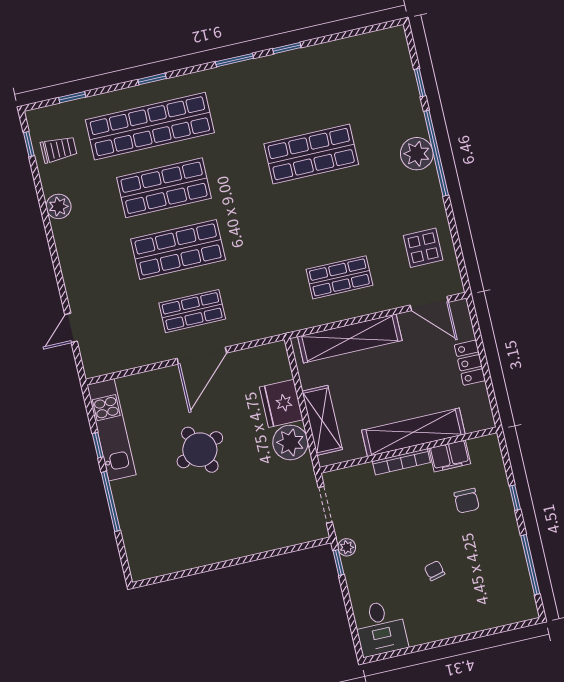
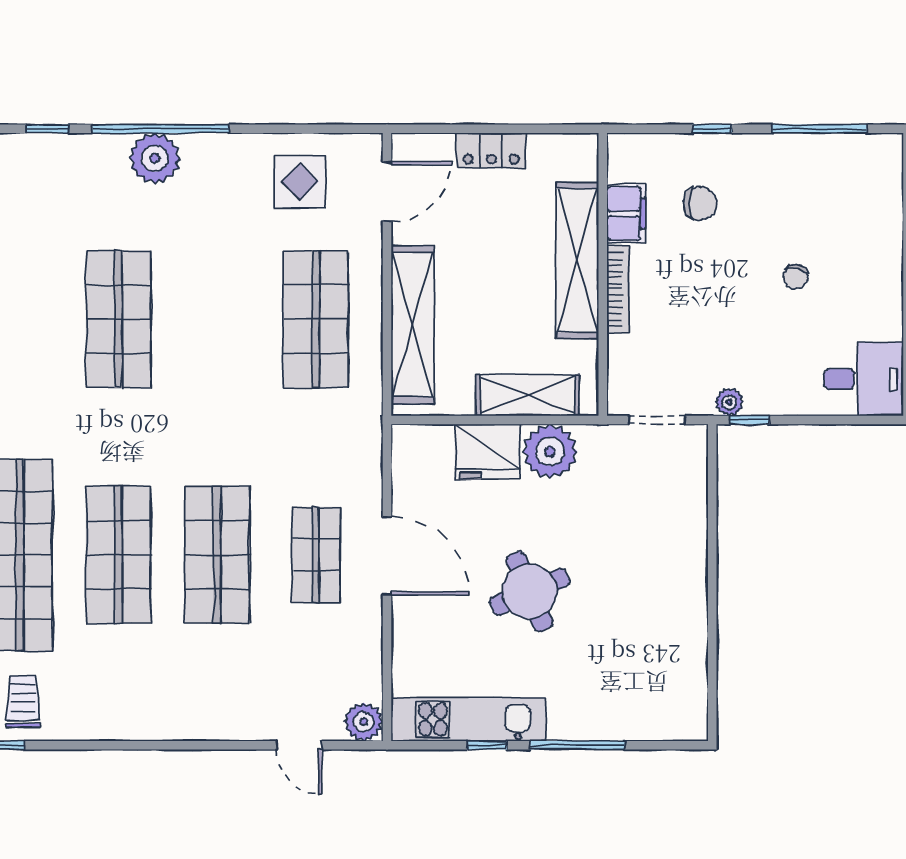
plant: (59, 206) -> (364, 722), moved
shop shelf: (339, 277) -> (316, 319), width x1.43, depth x1.36
chair: (435, 571) -> (795, 277), turned -64

